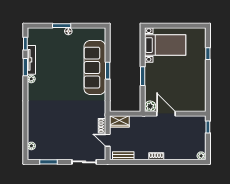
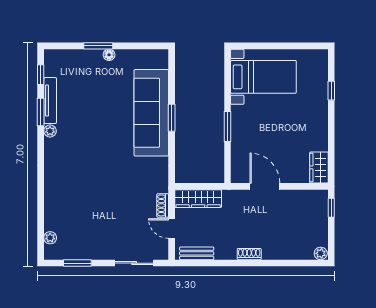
wardrobe: (200, 102) -> (319, 167), added
plant: (150, 106) -> (239, 174), removed
wardrobe: (119, 121) -> (198, 199), width x1.50

